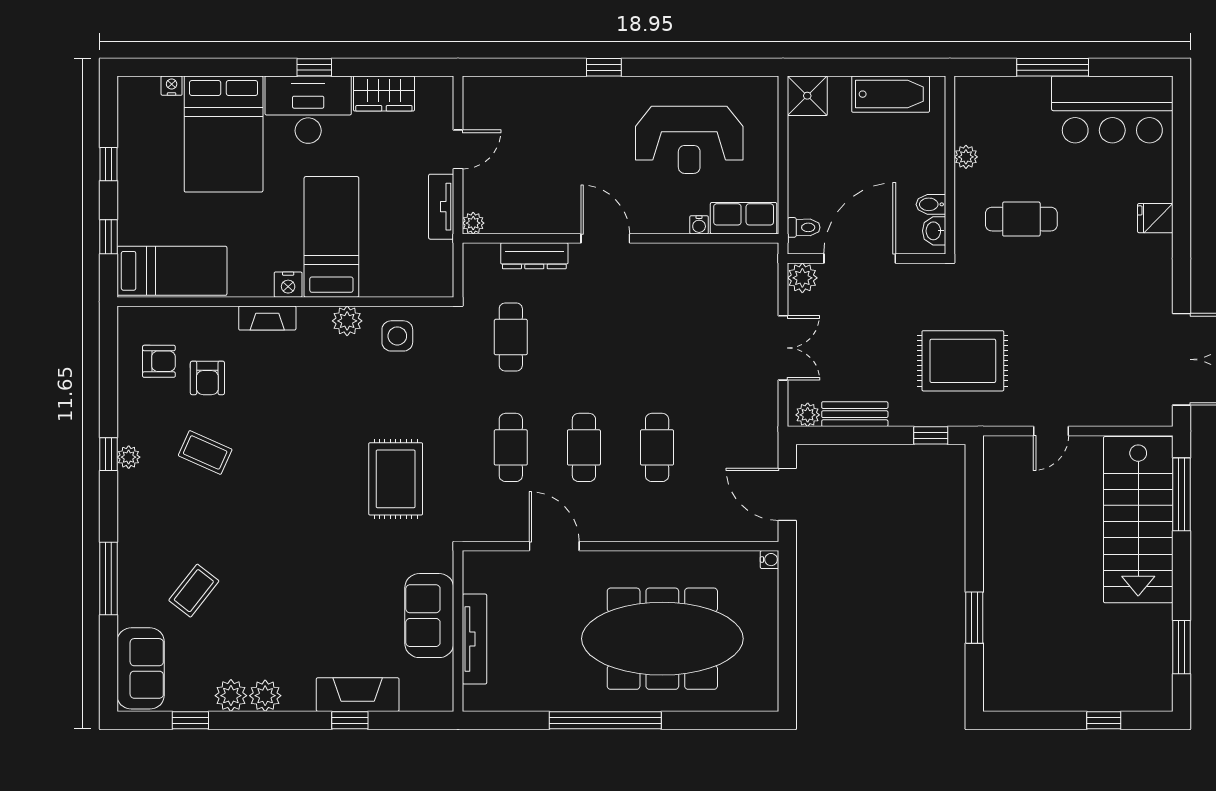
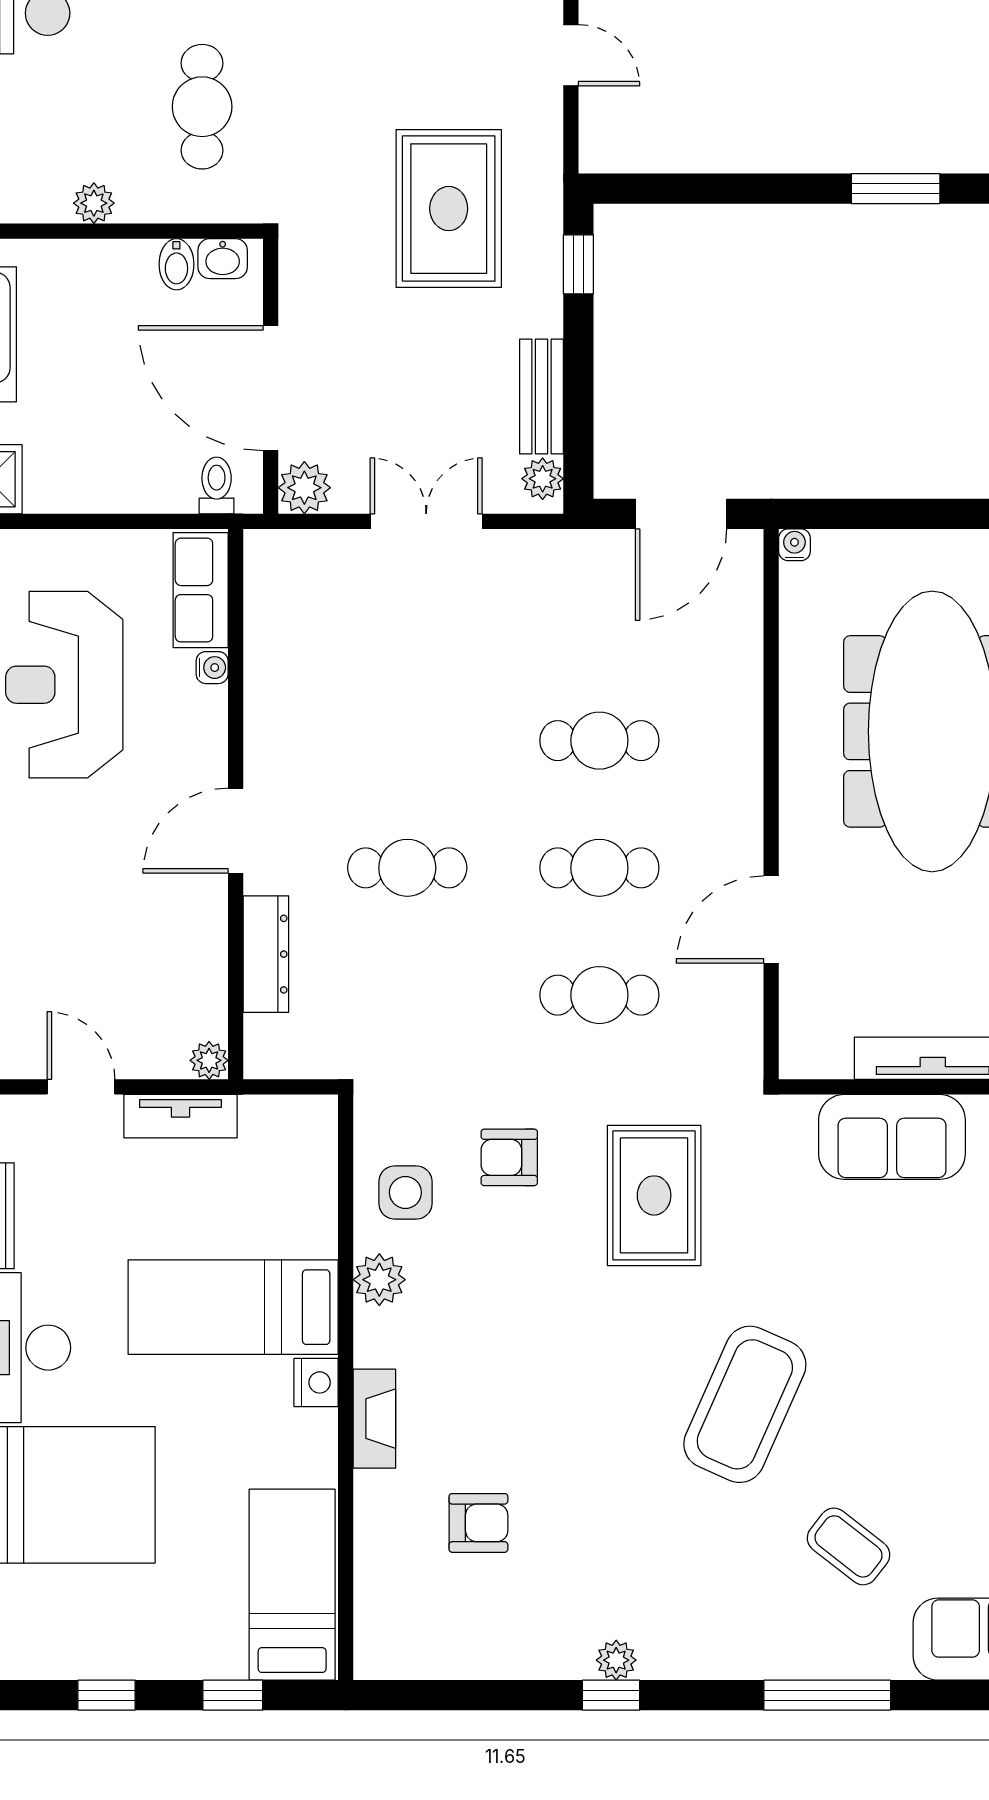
reception desk: (689, 140) -> (64, 685), turned 180
cafe table: (511, 337) -> (407, 868), moved
armchair: (159, 361) -> (509, 1157), moved, turned -90
coffee table: (205, 452) -> (745, 1404), moved, width x1.86, depth x1.72
rug: (396, 479) -> (654, 1195), turned 90

